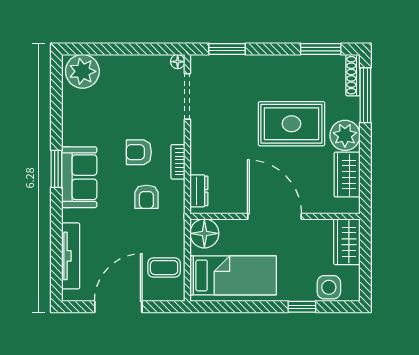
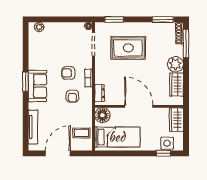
plant: (82, 71) -> (39, 27), width x0.53, depth x0.53
rug: (291, 124) -> (128, 48), moved
window: (302, 307) -> (163, 153), moved

